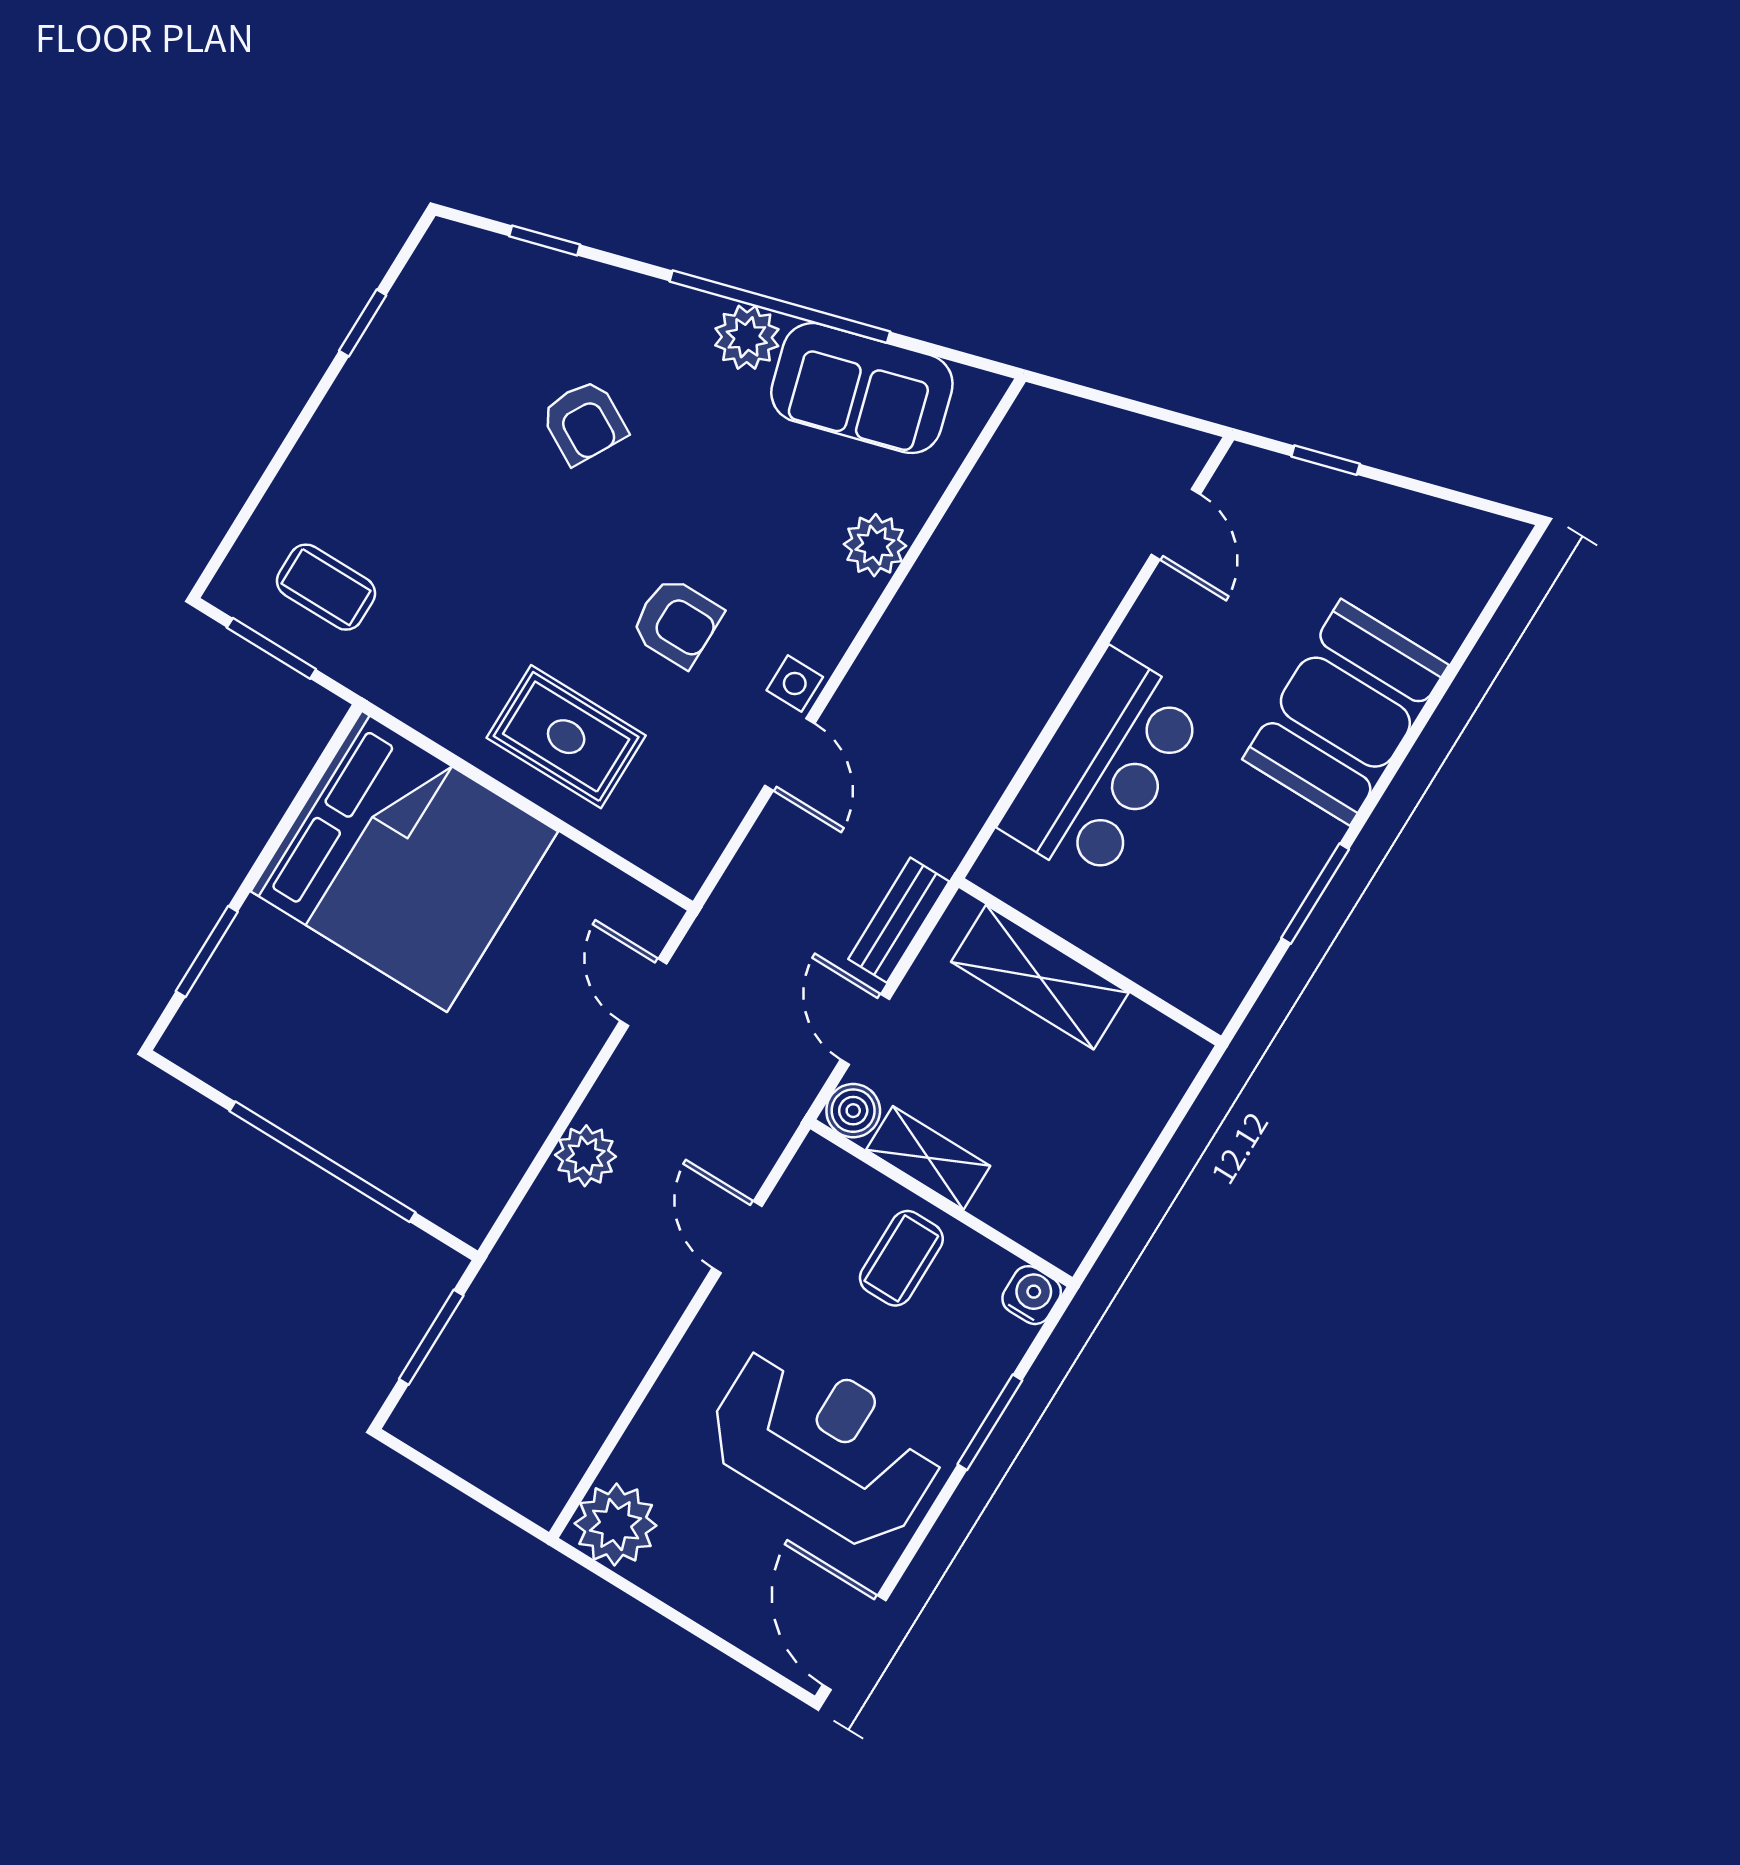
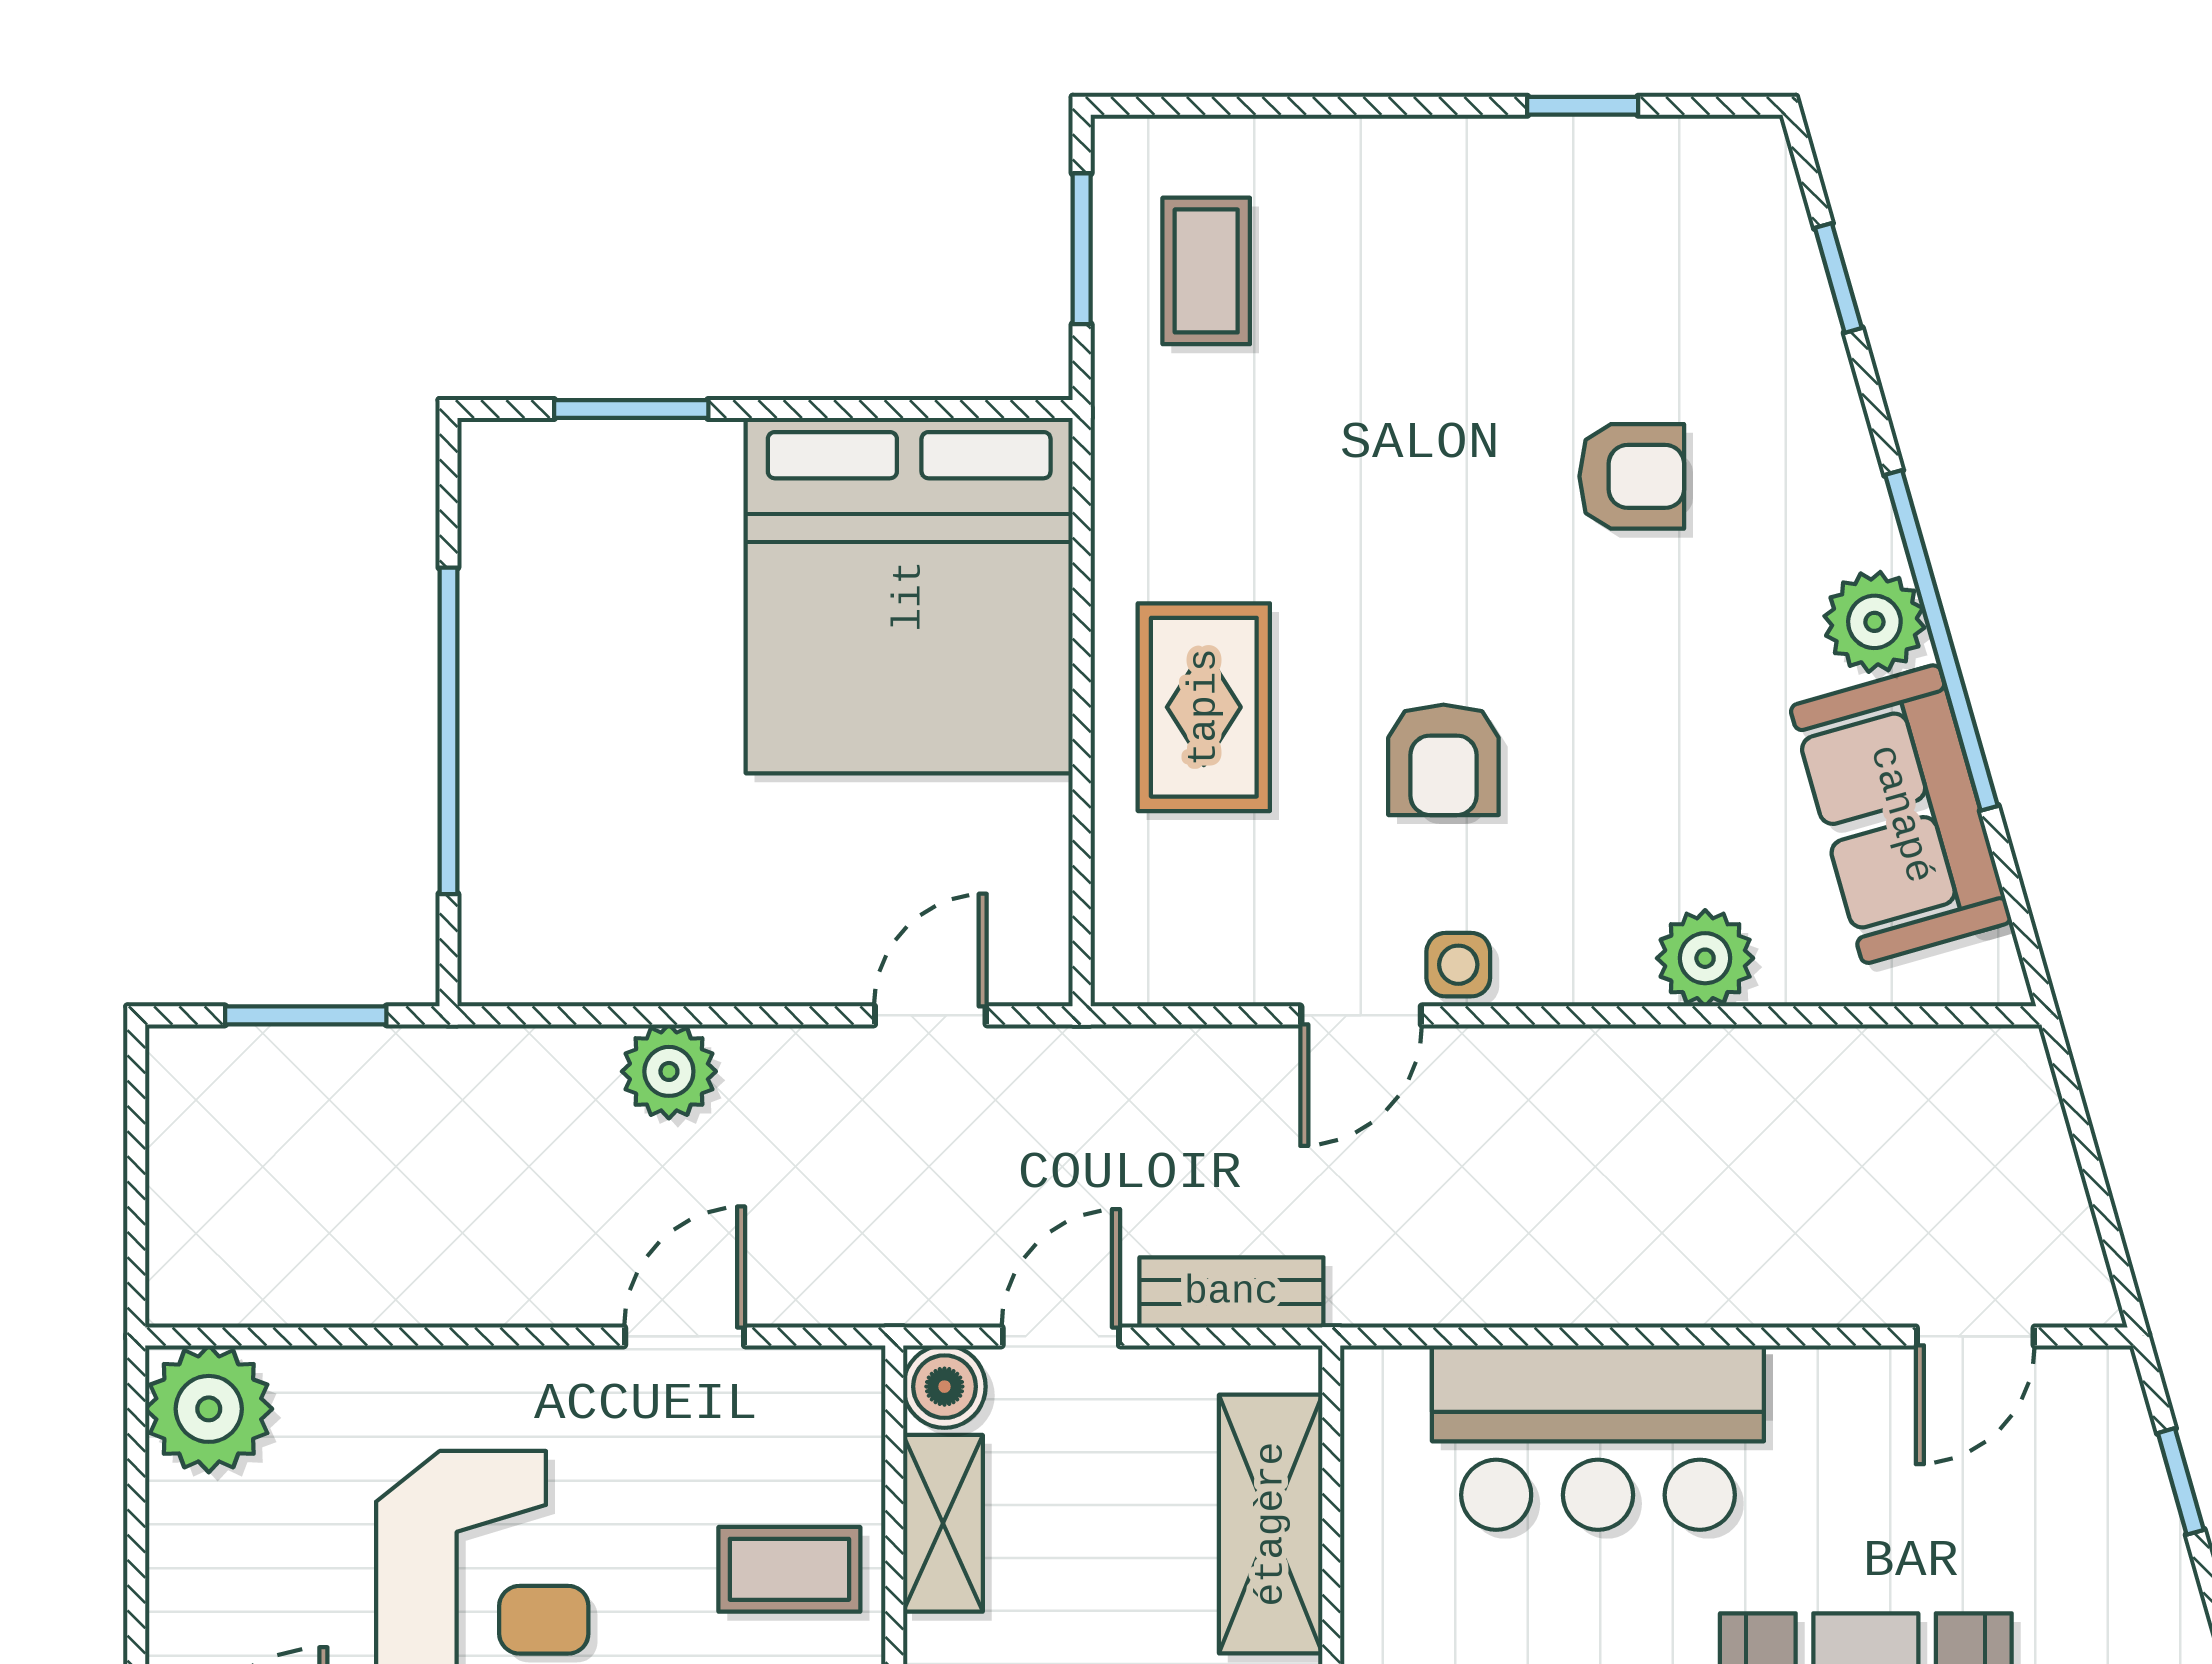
armchair: (584, 422) -> (1632, 476), turned -119

